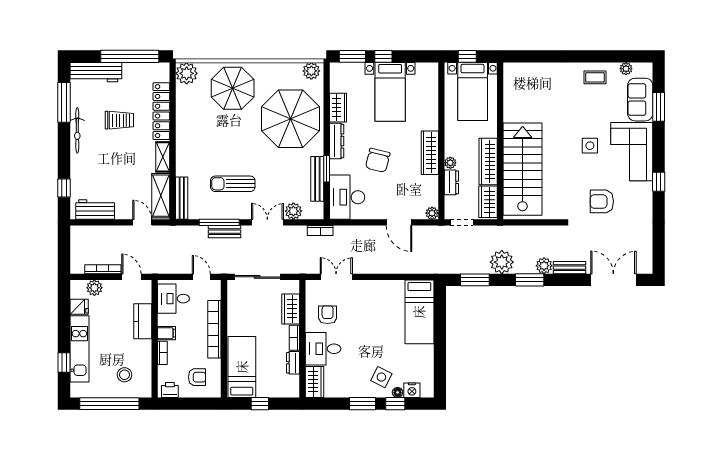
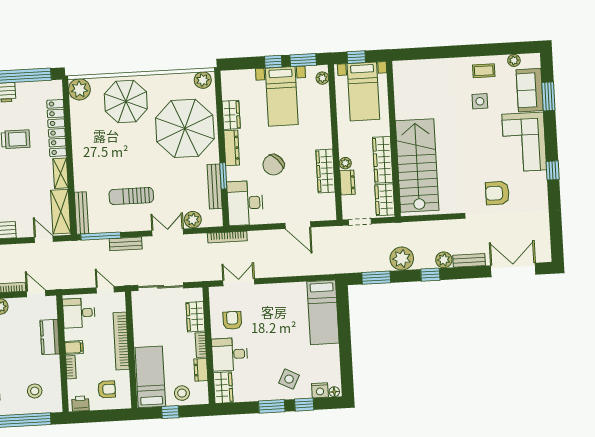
window: (352, 56) -> (303, 60), moved
side table: (590, 146) -> (480, 101), moved
wardrobe: (430, 153) -> (325, 171), moved
chair: (378, 160) -> (273, 165), turned 33
plant: (432, 213) -> (322, 78), moved
window: (219, 222) -> (101, 236), moved
bookcase: (320, 231) -> (227, 237), width x1.56
window: (530, 280) -> (430, 275), width x0.67
stool: (273, 385) -> (182, 393), added
floor lamp: (398, 392) -> (334, 392), moved

